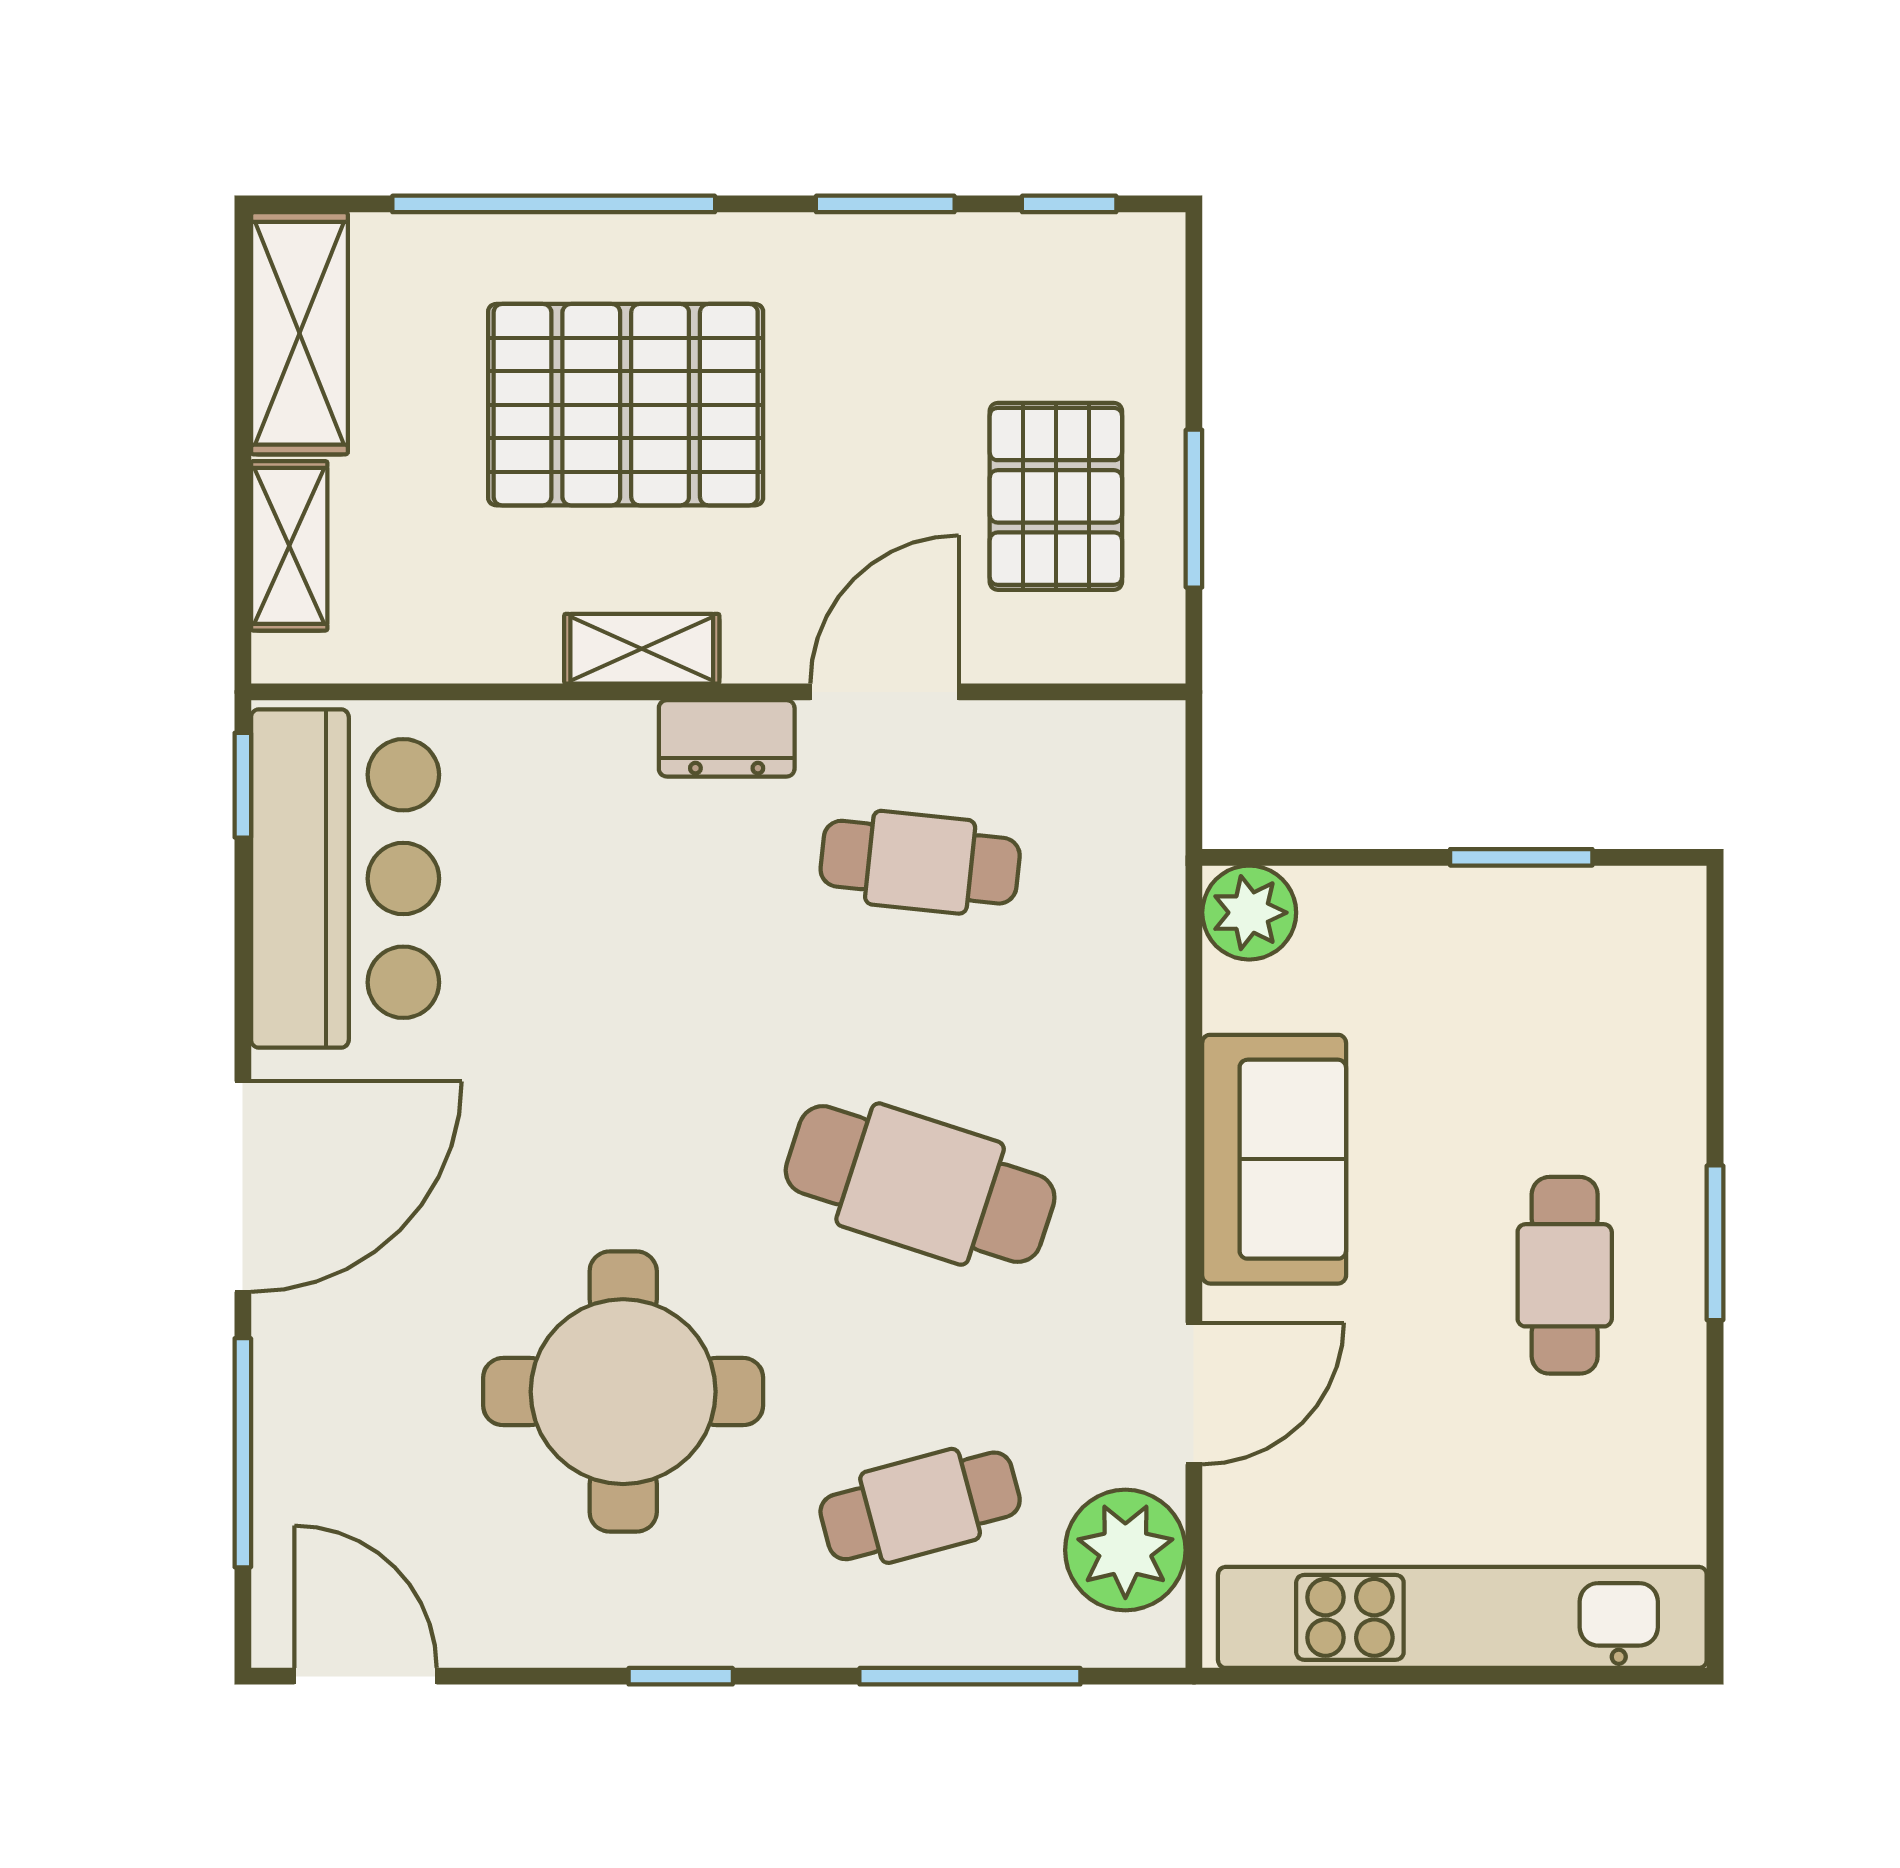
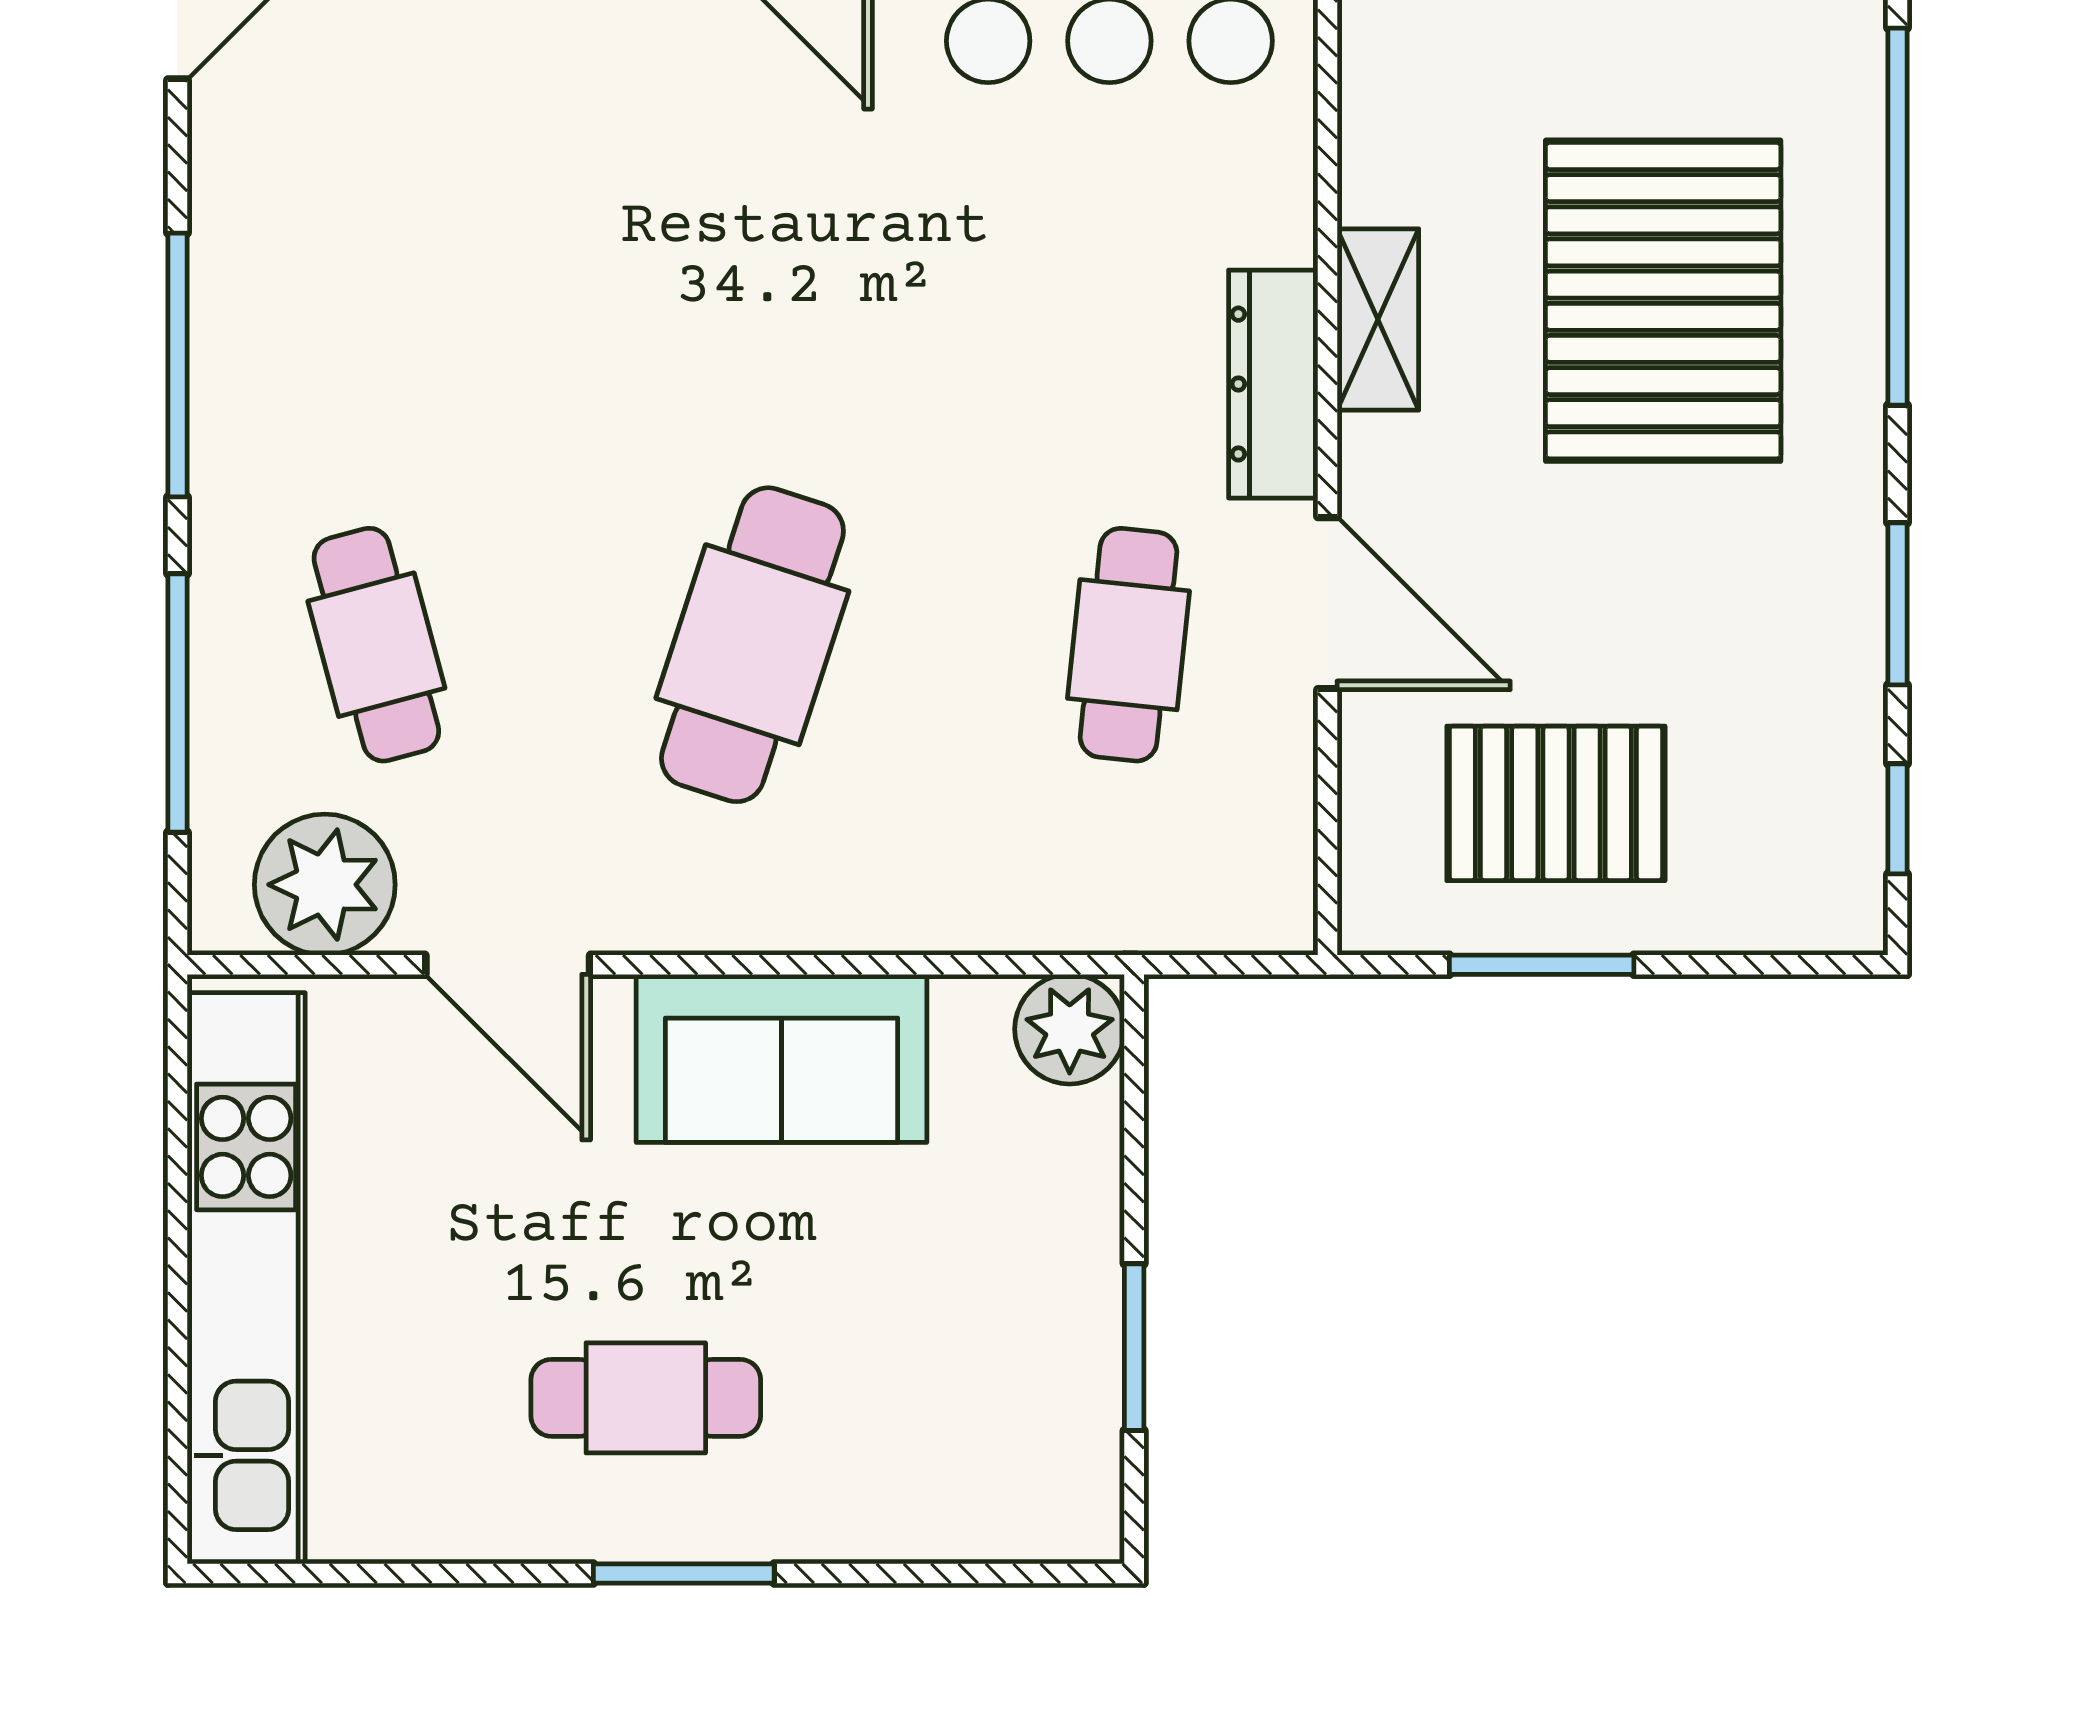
dresser: (727, 738) -> (1273, 384), width x1.44
round table: (623, 1392) -> (510, 298), removed
window: (681, 1676) -> (177, 365), width x2.17

